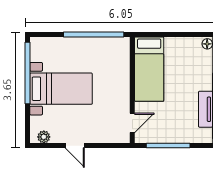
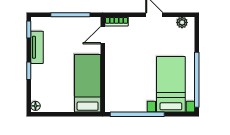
bed with nightstands: (61, 89) -> (171, 84), moved, turned 90
bookcase: (117, 138) -> (117, 21), added

